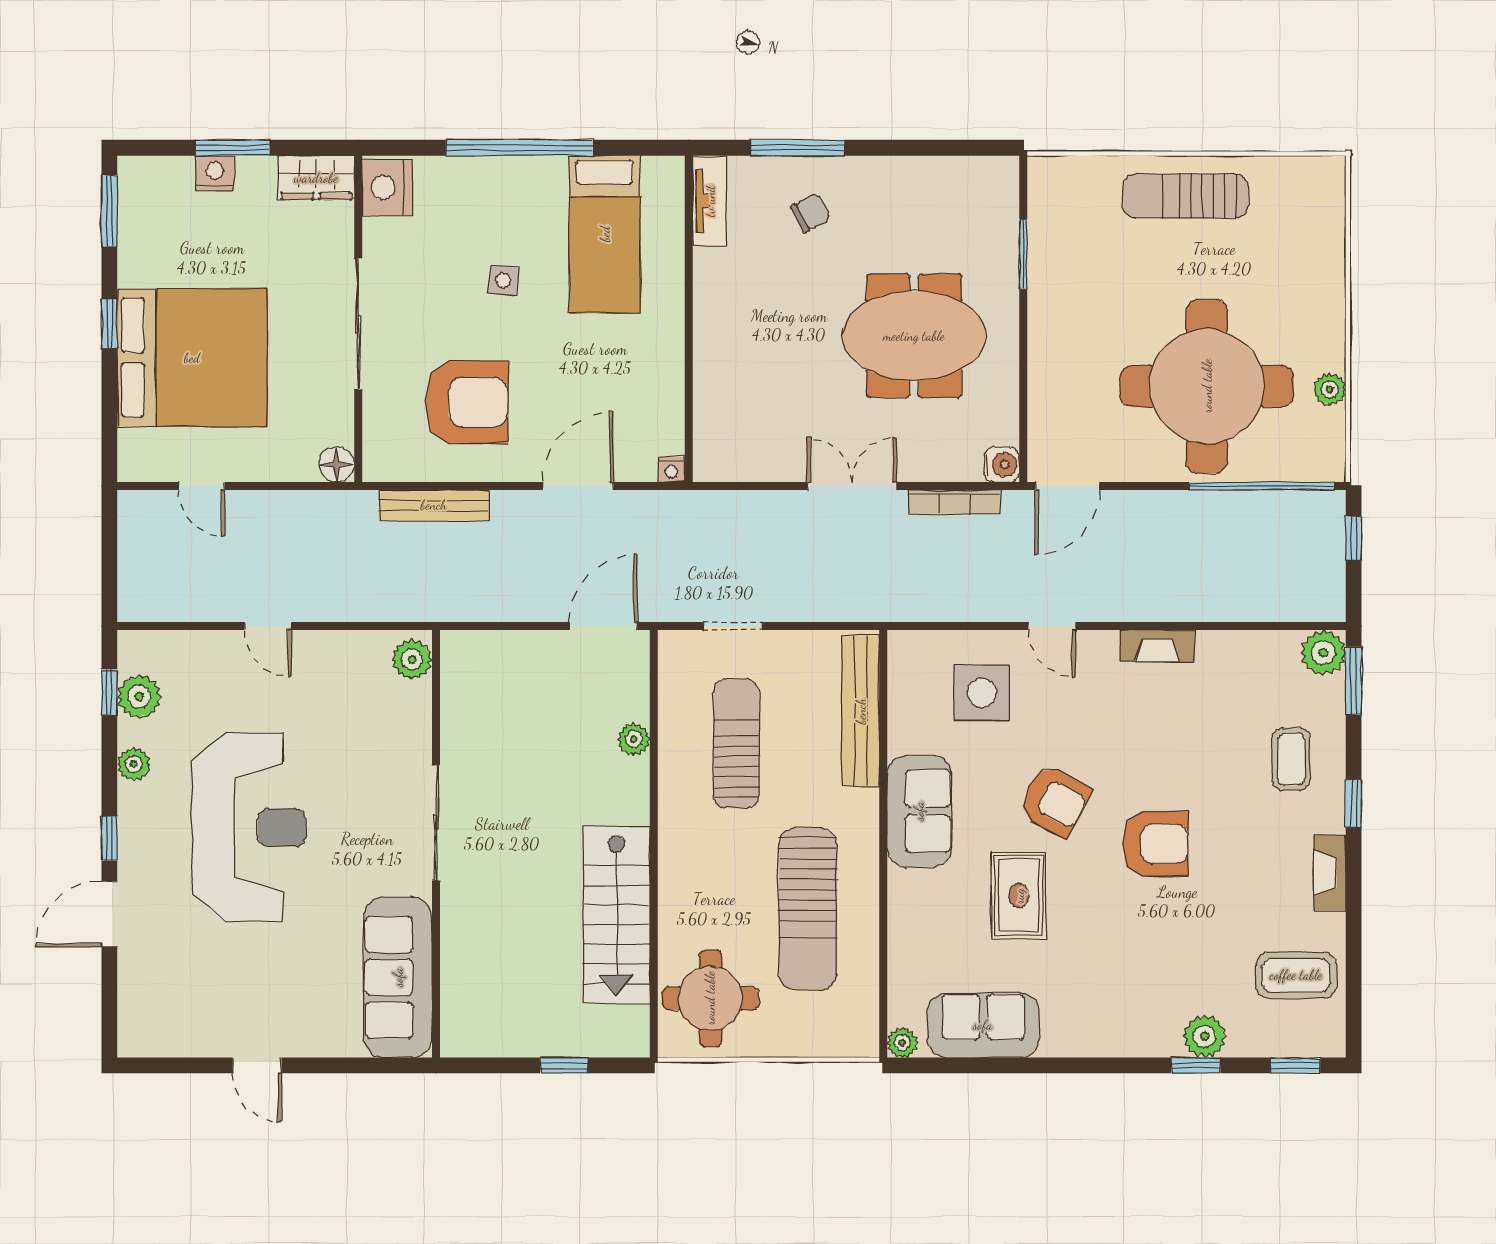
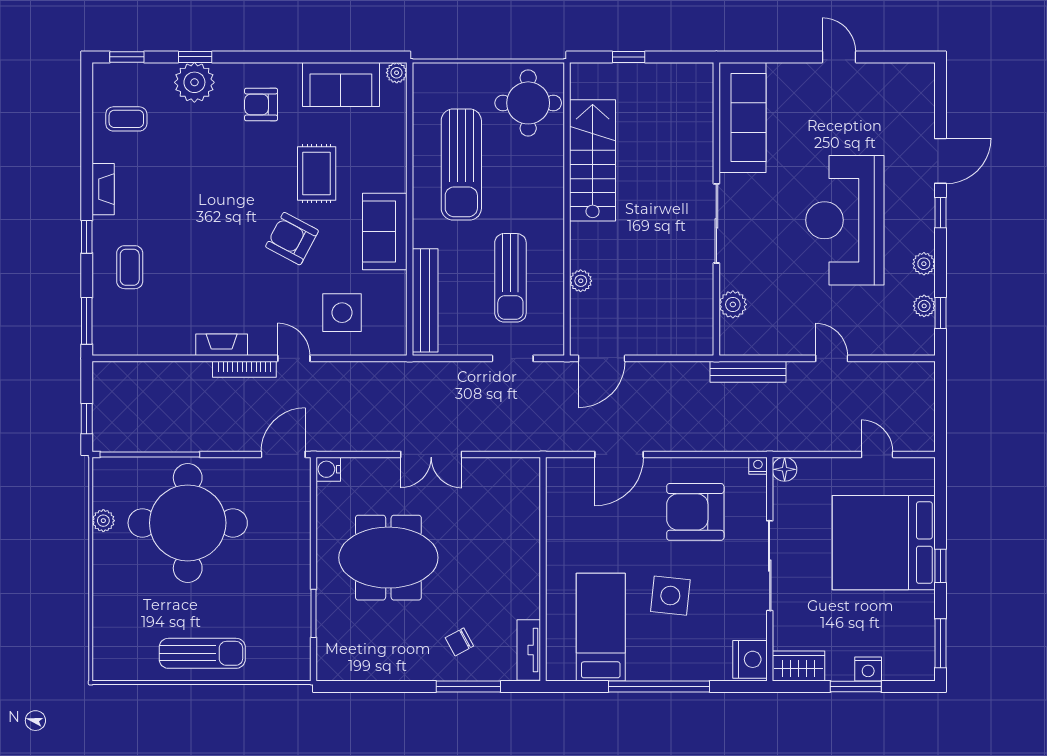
side table: (503, 280) -> (670, 596), width x1.87, depth x1.87
nightstand: (672, 470) -> (758, 466), moved
bookcase: (954, 502) -> (244, 369), moved, turned 180
bench: (434, 505) -> (748, 372), moved
plant: (1323, 653) -> (108, 340), removed
plant: (412, 659) -> (733, 304), moved
plant: (139, 697) -> (924, 306), width x0.73, depth x0.73
armchair: (1155, 844) -> (261, 104), moved, width x0.72, depth x0.72
sun lounger: (808, 909) -> (461, 165), turned 180
coffee table: (1296, 975) -> (126, 119), width x0.73, depth x0.77
plant: (1205, 1036) -> (194, 82), width x1.36, depth x1.36

